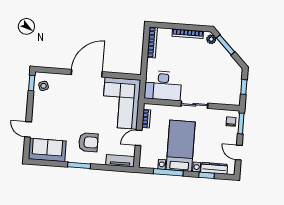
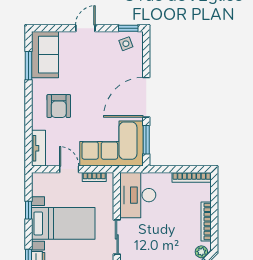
door: (87, 73) -> (146, 97), swing flipped
window: (120, 76) -> (146, 140), added
door: (28, 129) -> (85, 28), moved
window: (79, 165) -> (28, 66), moved
window: (168, 172) -> (28, 210), width x0.46

